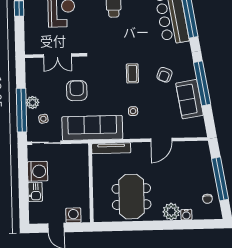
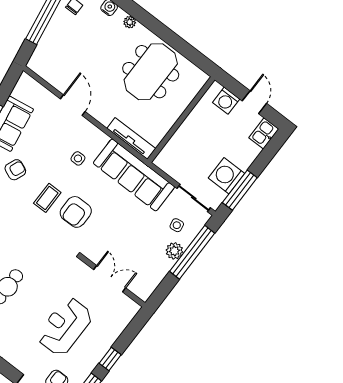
armchair: (77, 91) -> (76, 212), moved
door: (161, 140) -> (73, 105), hinge flipped
window: (23, 169) -> (240, 190), added
kitchen sink: (35, 192) -> (264, 133), moved
plant: (171, 212) -> (130, 22), width x0.53, depth x0.53

